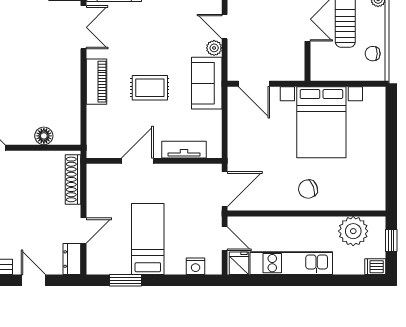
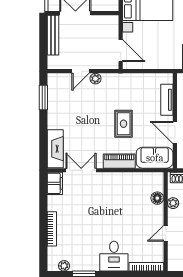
sofa: (207, 83) -> (155, 158), moved, turned 180
door: (254, 84) -> (121, 51), hinge flipped
plant: (37, 158) -> (173, 203), added

